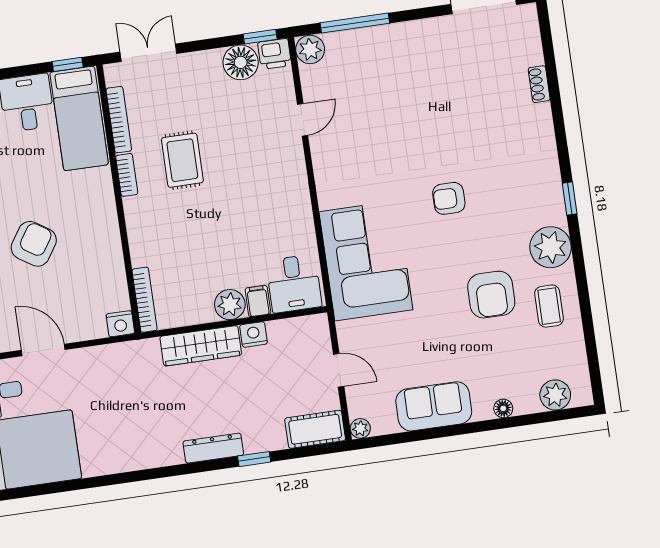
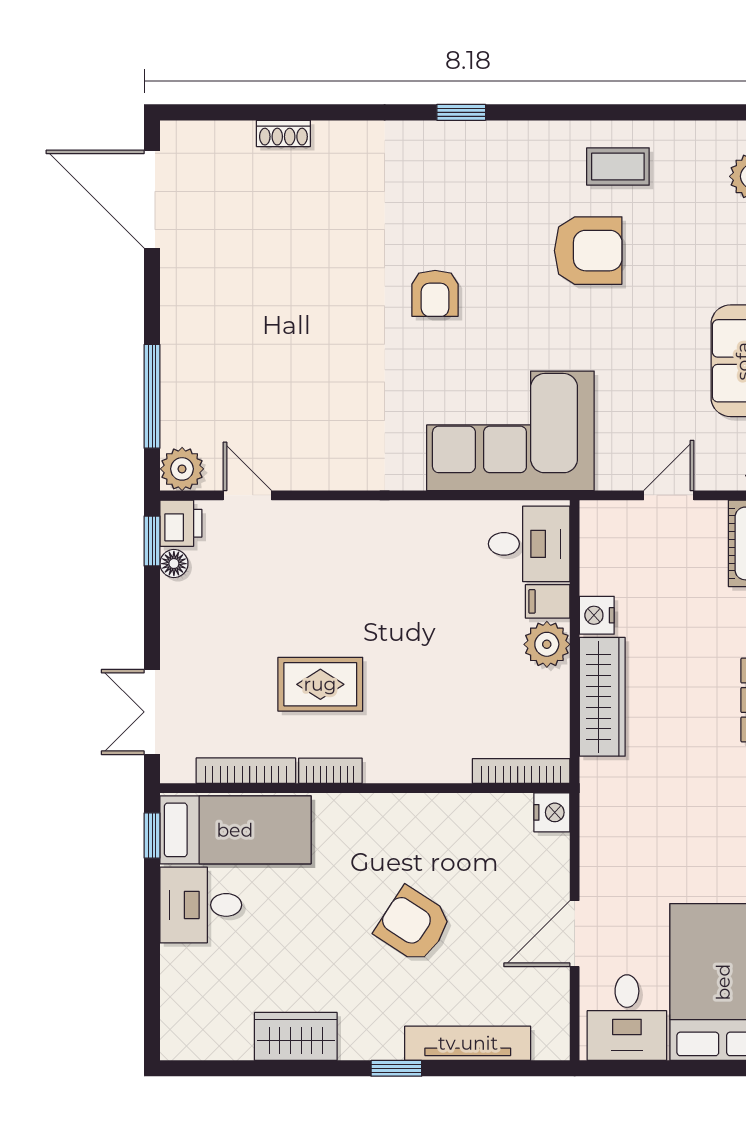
floor lamp: (241, 62) -> (174, 564), width x0.53, depth x0.53
door: (303, 120) -> (247, 495), moved
plant: (551, 247) -> (530, 152), removed

